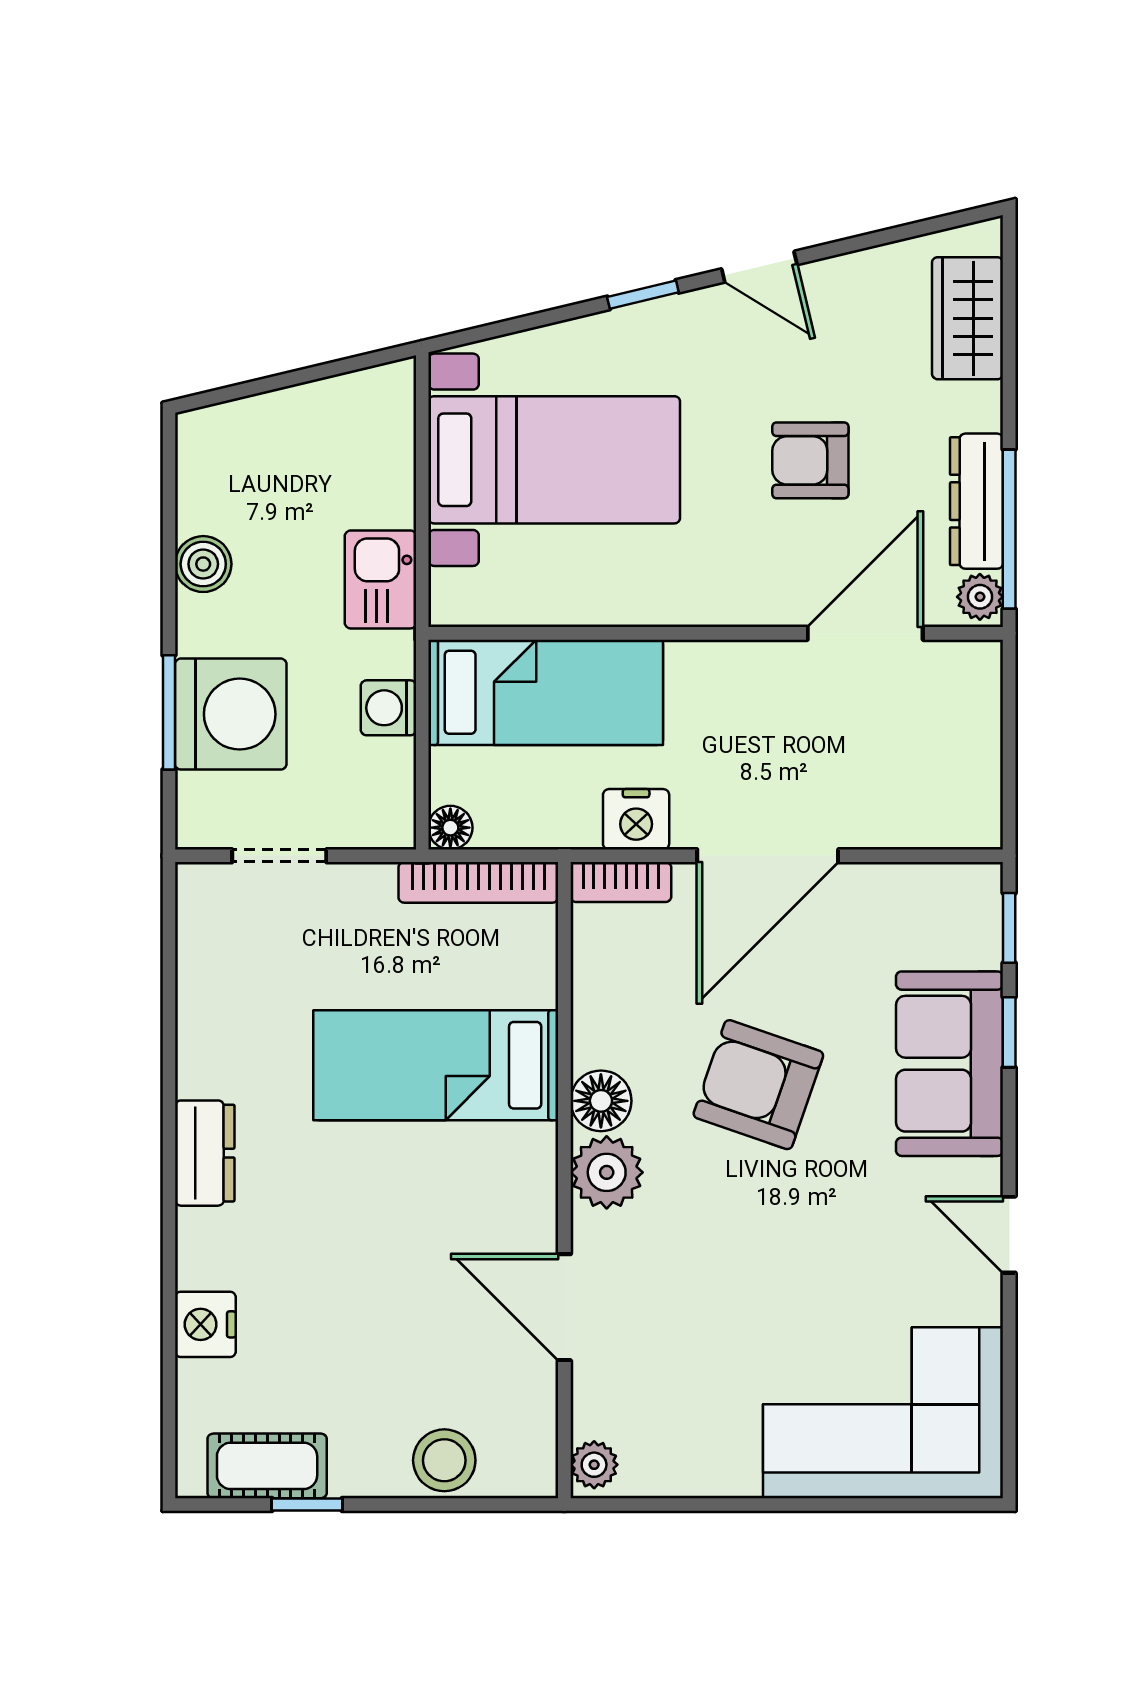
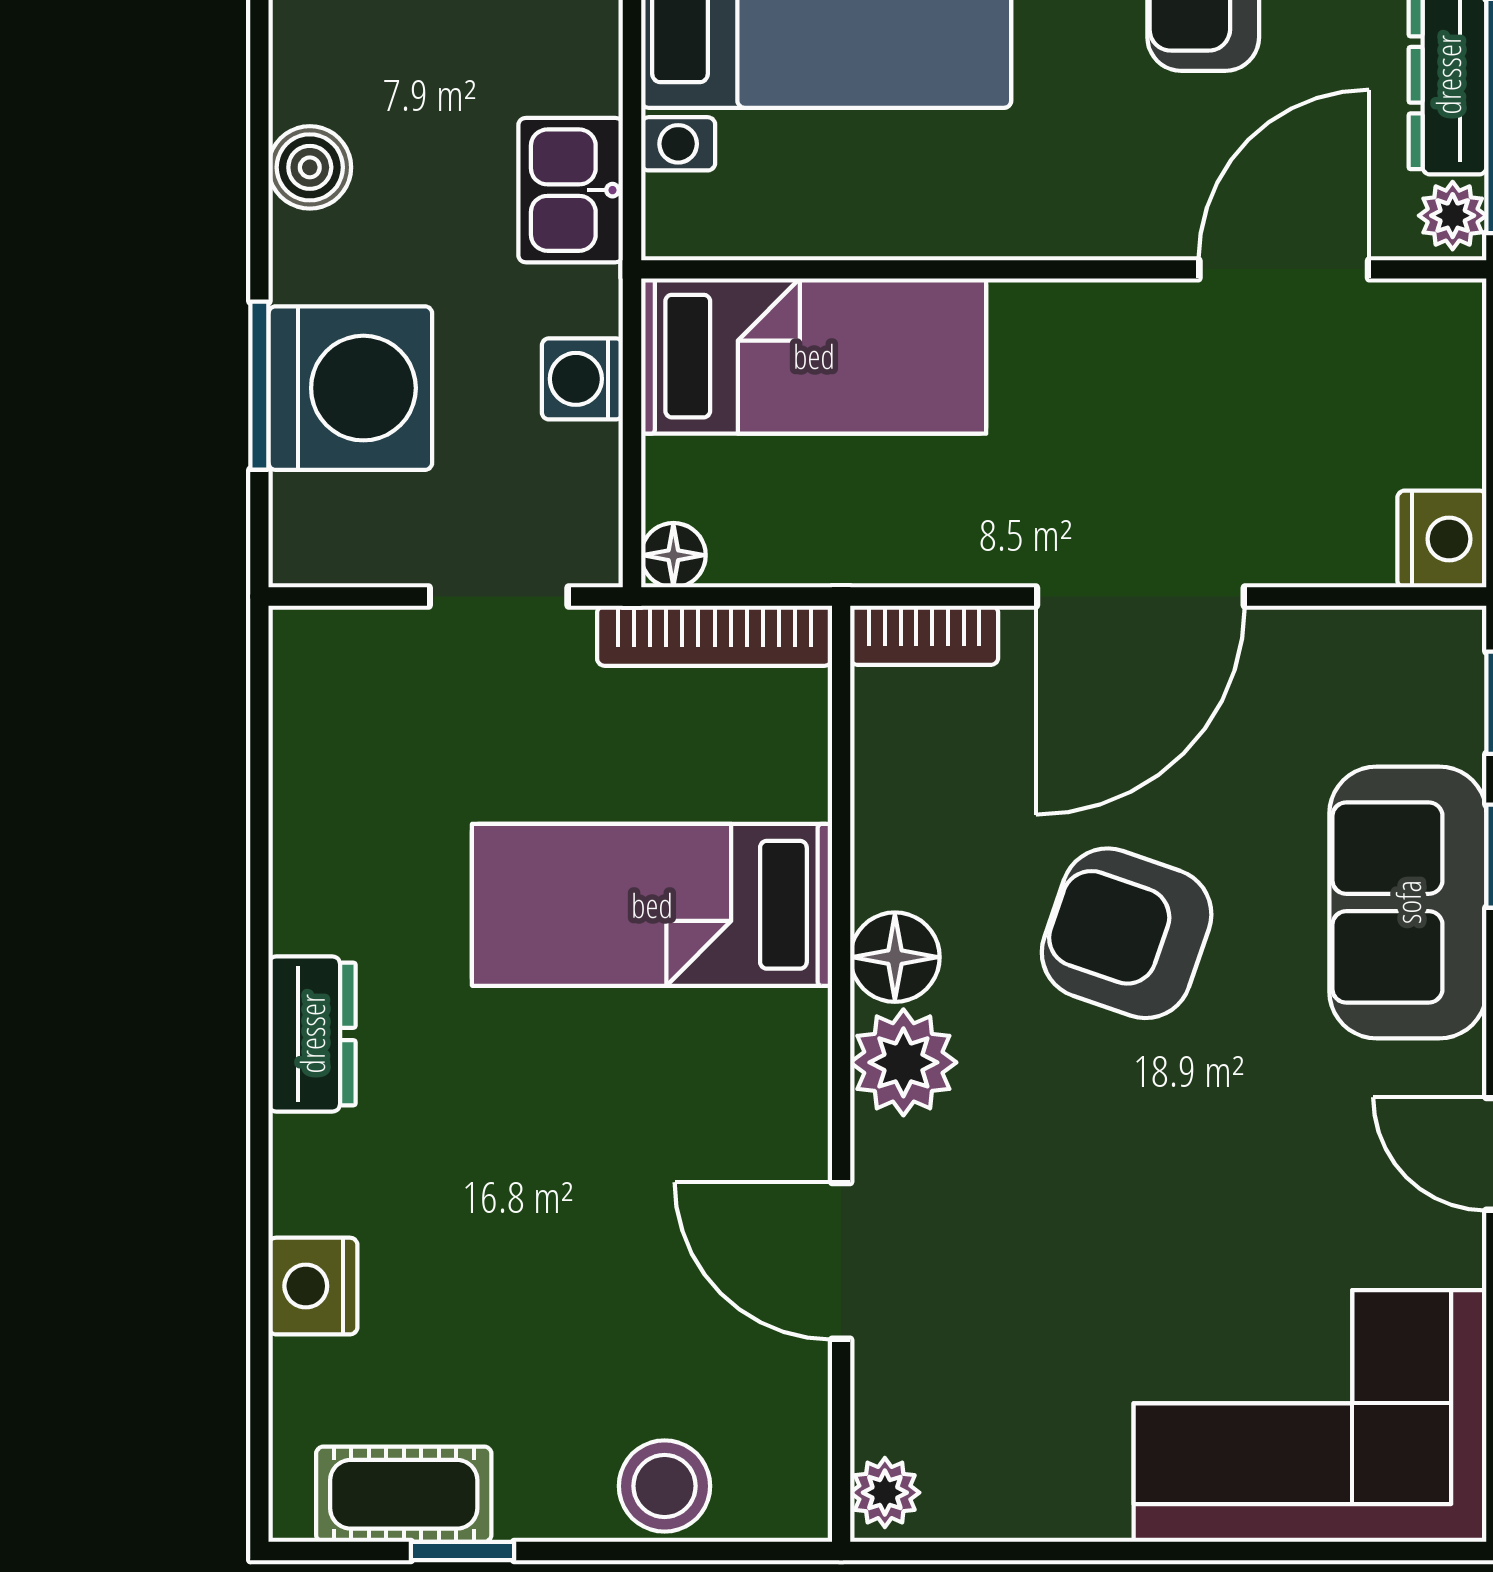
nightstand: (636, 819) -> (1442, 539), moved, turned -90
doorway: (279, 856) -> (499, 597), moved

